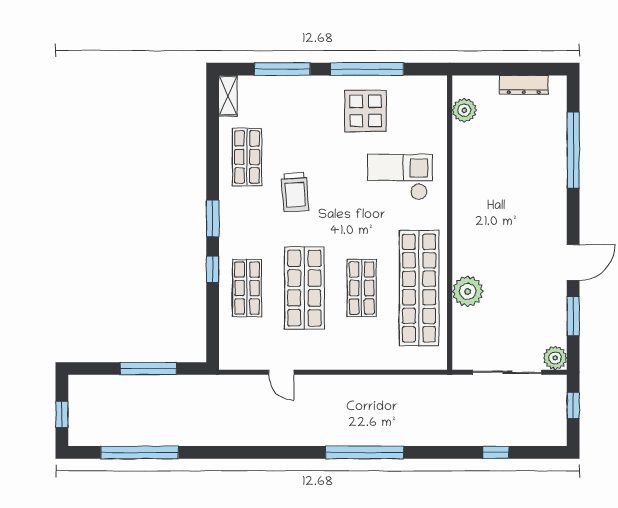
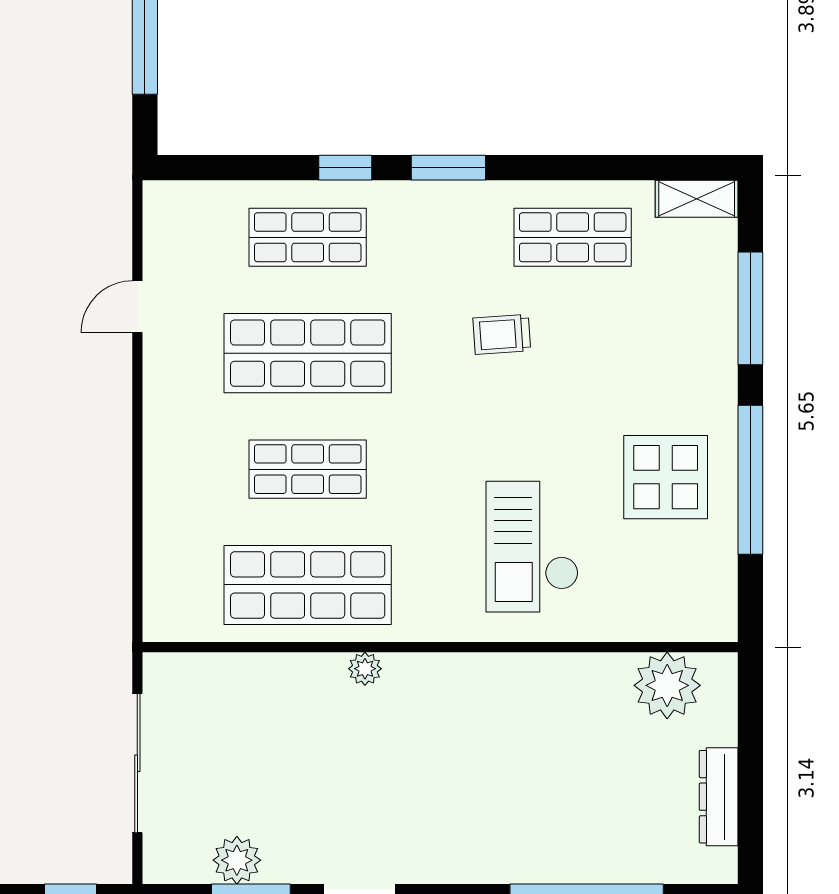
plant: (464, 110) -> (667, 685), width x1.36, depth x1.36
checkout: (400, 177) -> (532, 547), turned 180
trolley: (295, 192) -> (502, 334), width x0.73, depth x0.72
shop shelf: (419, 288) -> (308, 585), width x0.71
plant: (468, 291) -> (365, 669), moved, width x0.53, depth x0.53
plant: (555, 358) -> (237, 860), moved

